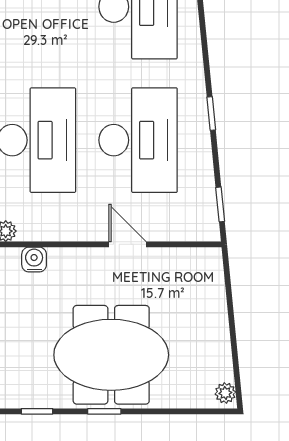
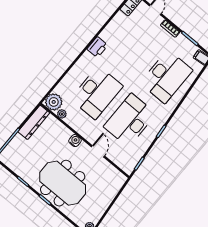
desk: (138, 140) -> (130, 120), turned 180
water cooler: (34, 260) -> (75, 141), moved

